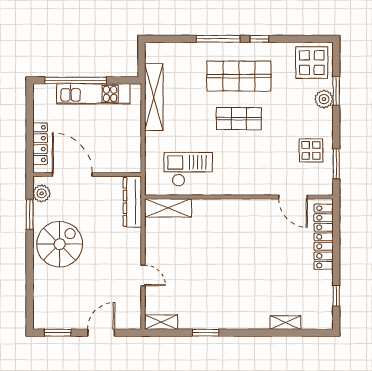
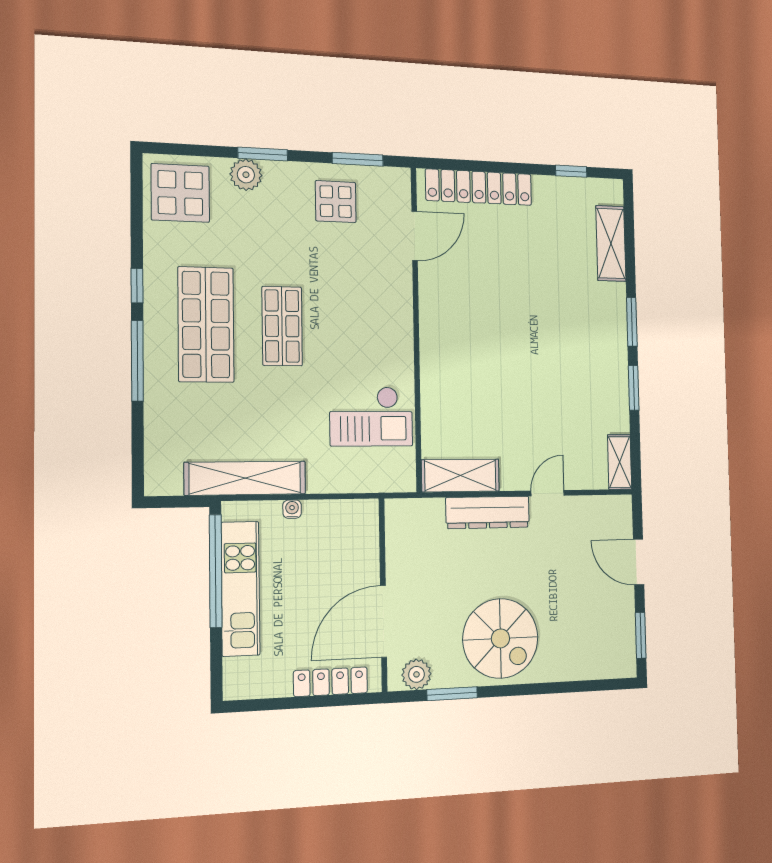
window: (76, 80) -> (216, 571), moved
window: (336, 91) -> (263, 154), moved
water cooler: (136, 123) -> (292, 509), added
checkout: (188, 169) -> (371, 416), turned -90
dresser: (132, 202) -> (488, 512), moved
shelving: (168, 208) -> (460, 475), moved, turned 90
spiral stairs: (60, 244) -> (500, 638), turned 180
shelving: (286, 323) -> (611, 244), width x1.50, depth x1.33
window: (246, 333) -> (632, 322), added

